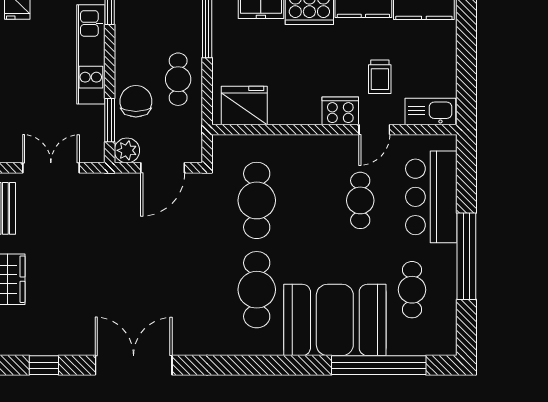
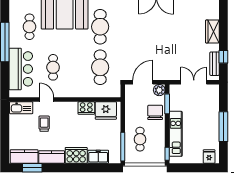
cafe table: (178, 79) -> (140, 139), moved
chair: (136, 101) -> (155, 112), turned 180
cooker: (340, 111) -> (86, 108), moved
door: (374, 130) -> (47, 100), hinge flipped
double door: (51, 168) -> (194, 82), swing flipped

